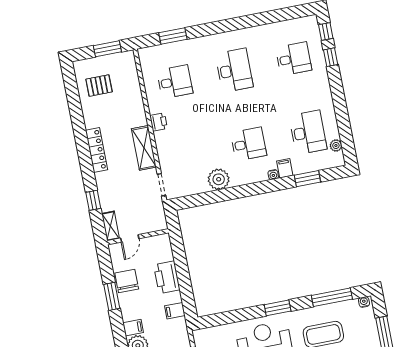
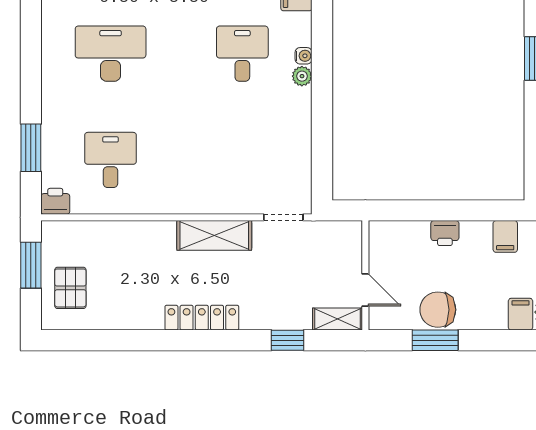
pallet: (99, 86) -> (70, 288), moved
printer: (159, 122) -> (55, 201), moved
water cooler: (273, 175) -> (304, 56), moved
plant: (219, 179) -> (302, 76), moved, width x0.53, depth x0.53
printer: (167, 277) -> (445, 233), width x0.53, depth x0.68
window: (112, 296) -> (435, 340), moved

